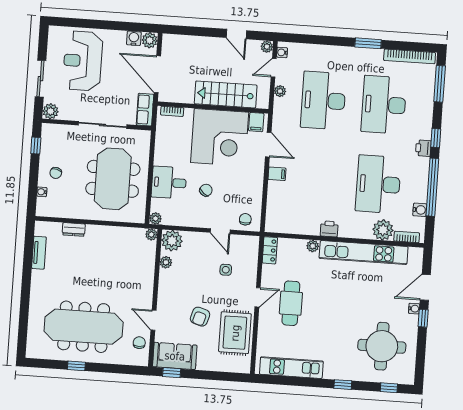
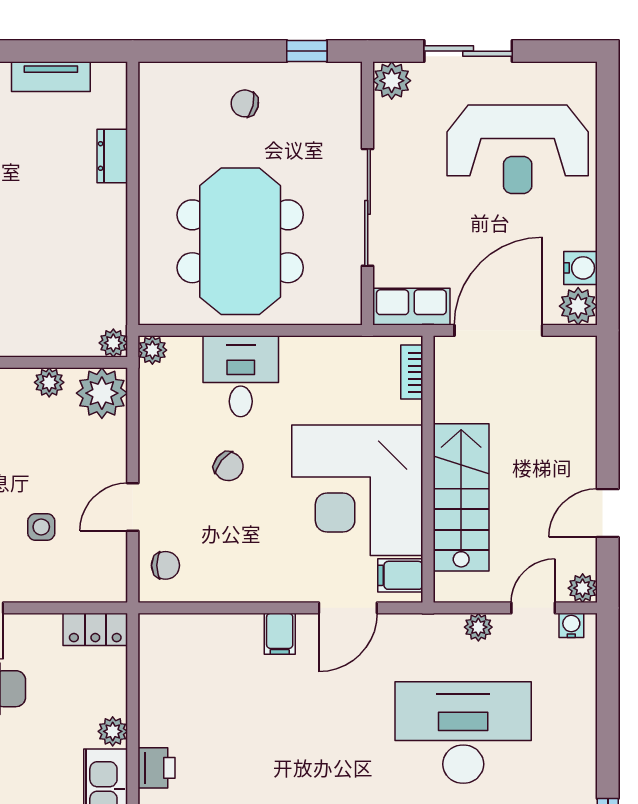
reception desk: (83, 61) -> (518, 149), turned 180
door: (274, 68) -> (533, 608), hinge flipped
meeting table: (113, 179) -> (240, 241), turned 90
water cooler: (42, 192) -> (197, 73), removed

